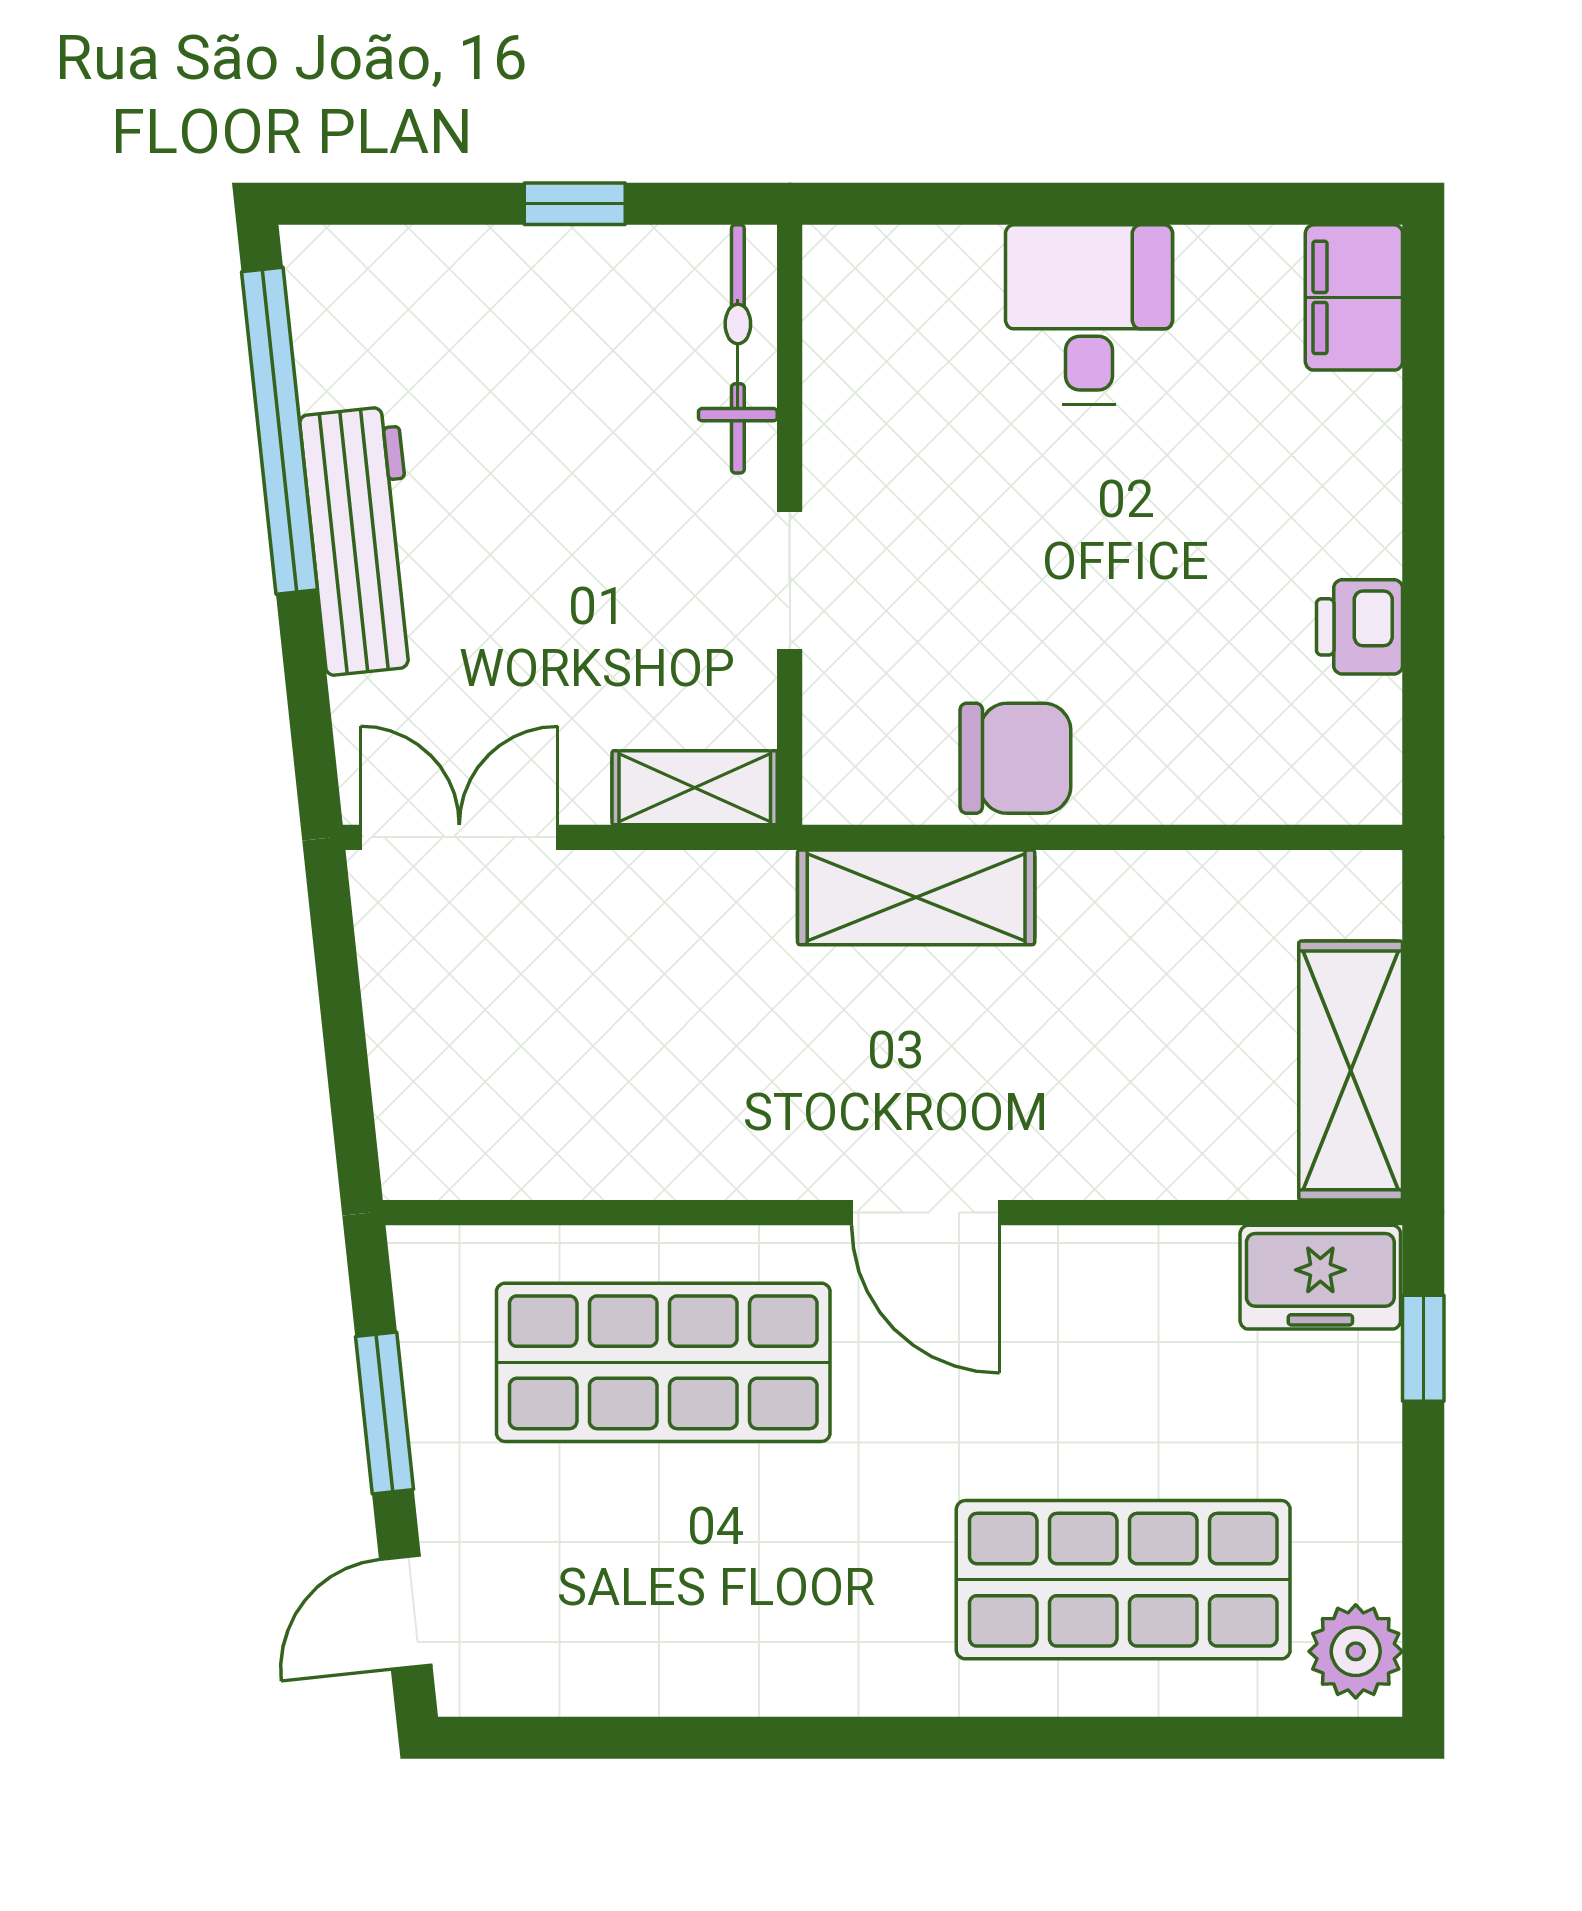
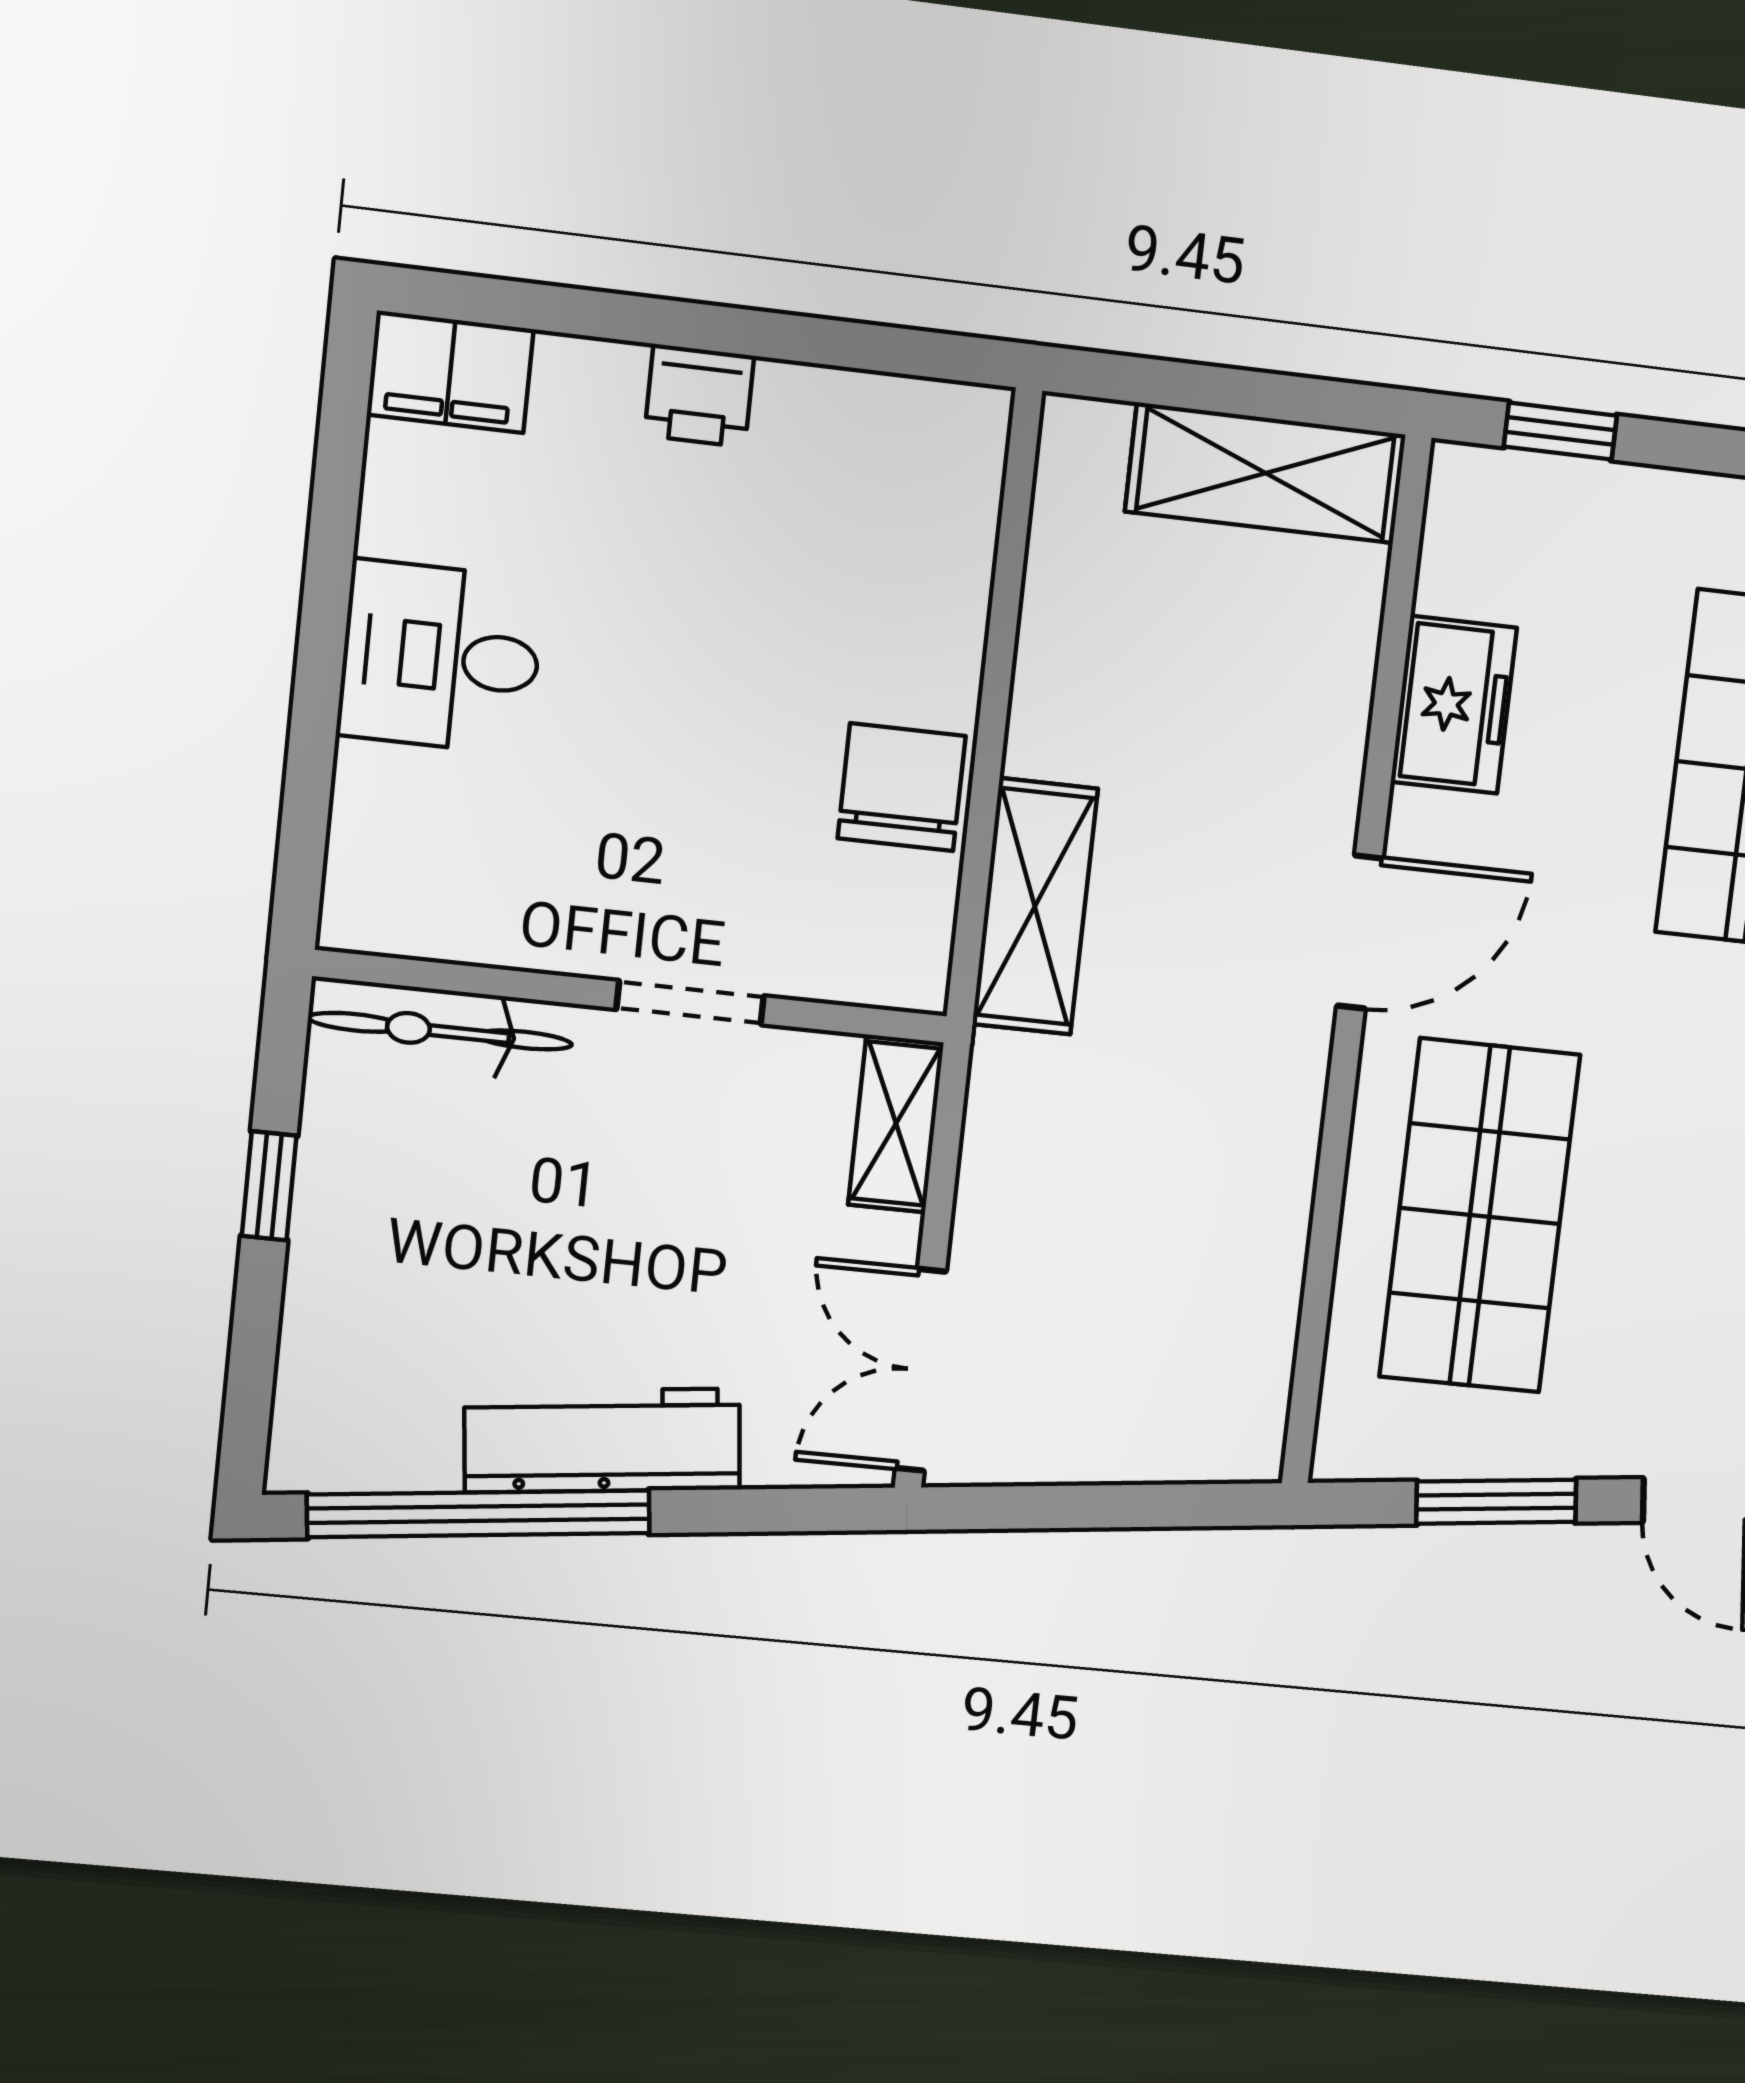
printer: (1360, 627) -> (699, 396), moved
freezer: (1320, 1277) -> (1454, 705), moved

